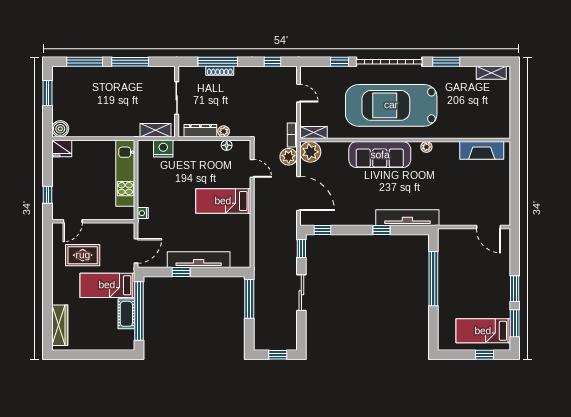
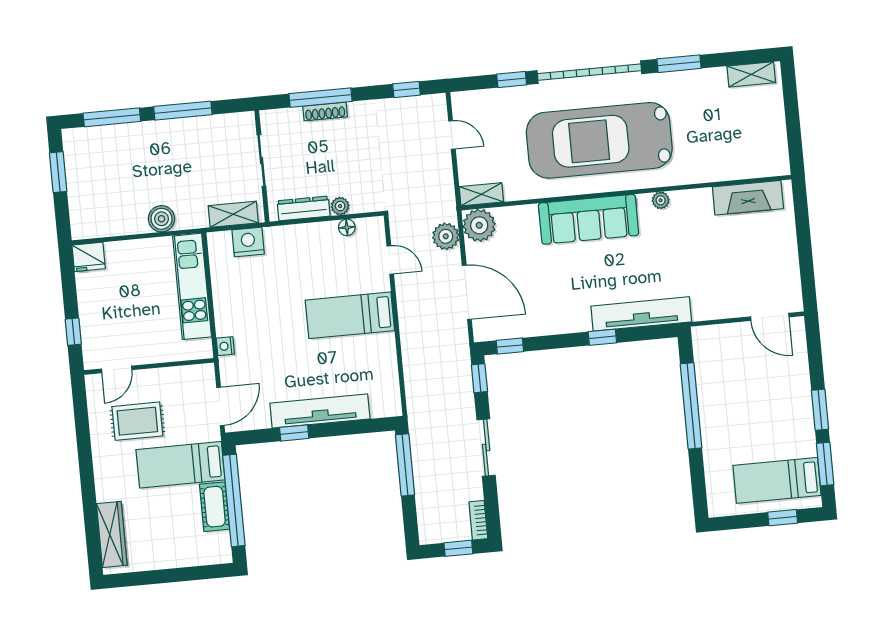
boiler: (60, 129) -> (161, 219), moved
bookcase: (292, 135) -> (478, 520), moved

